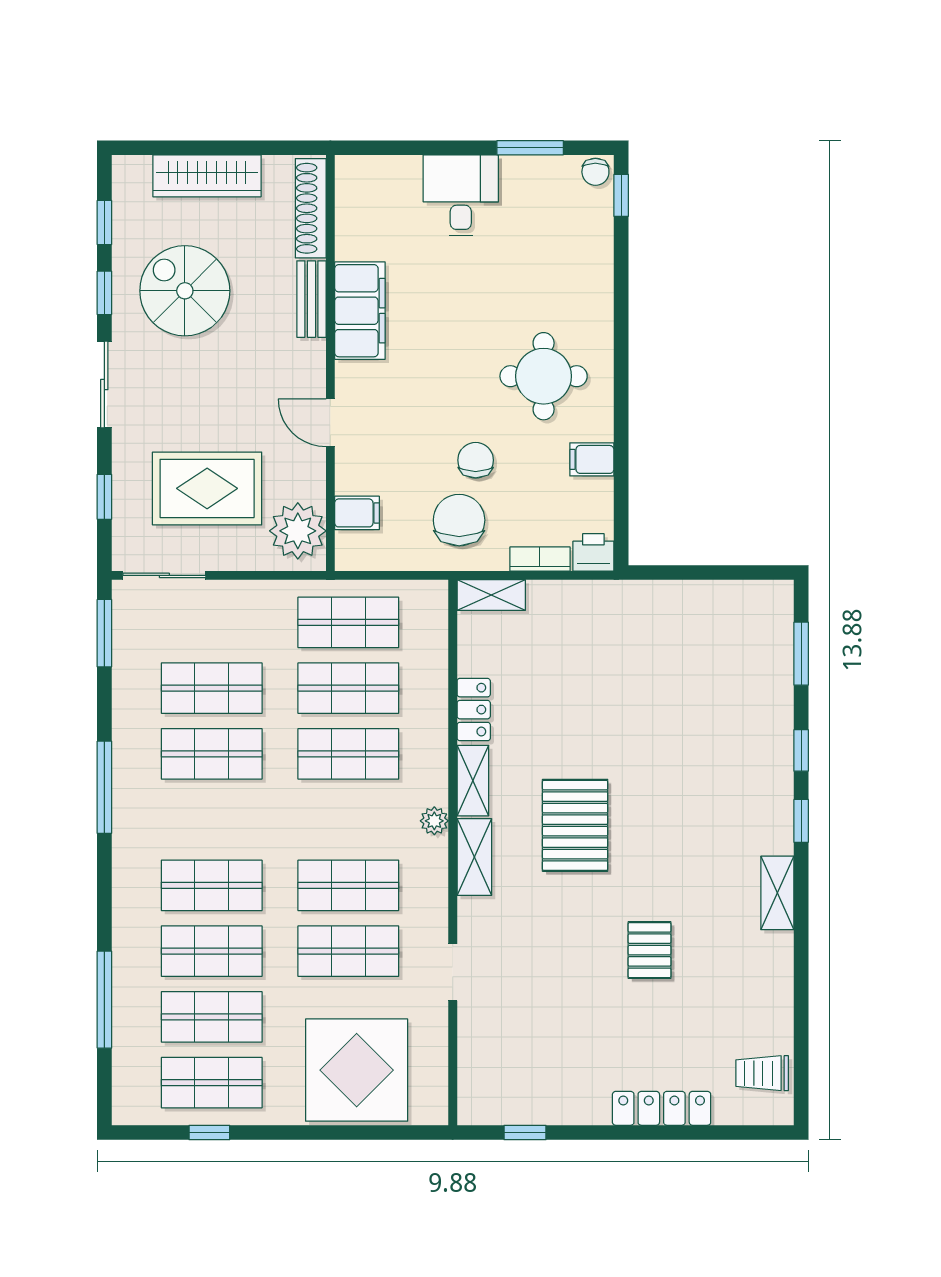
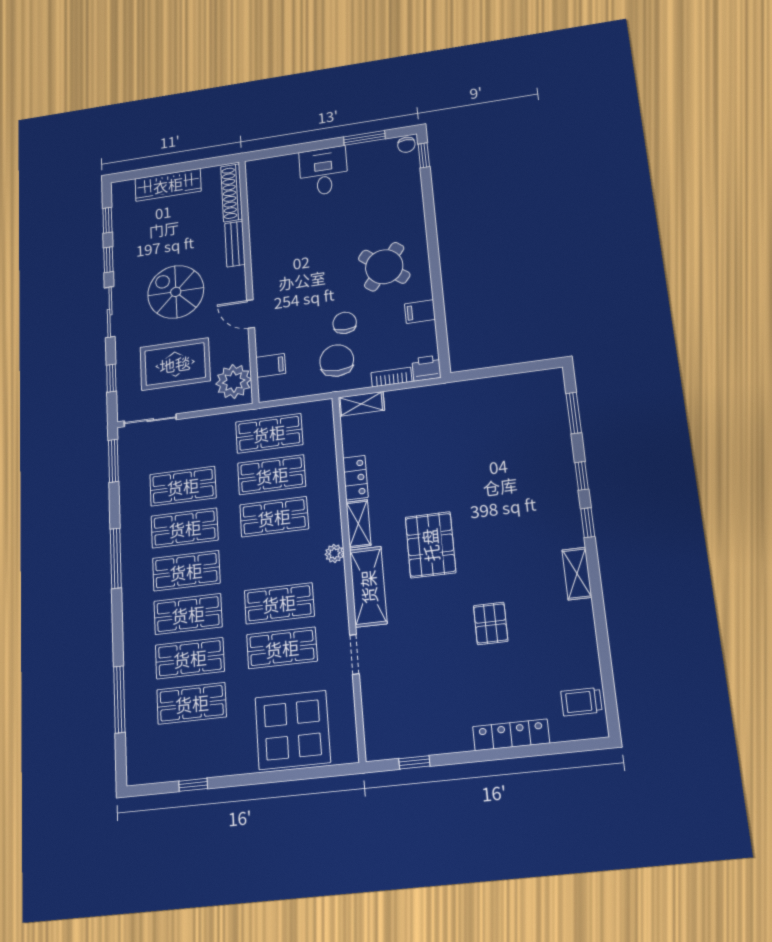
spiral stairs: (185, 291) -> (176, 292), moved
filing cabinet: (360, 311) -> (265, 246), removed
round table: (544, 376) -> (384, 267), turned 38
shelving: (474, 857) -> (368, 587), width x1.50, depth x1.33
shop shelf: (212, 1083) -> (186, 571), moved

